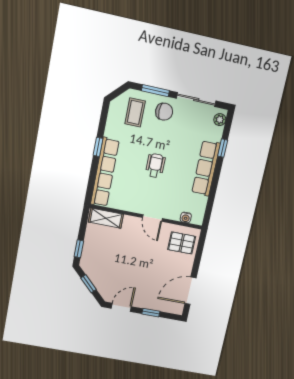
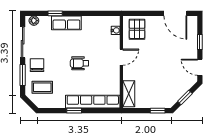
row of seats: (206, 168) -> (66, 23), width x0.68

